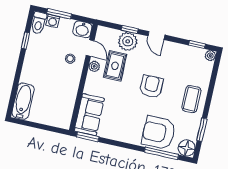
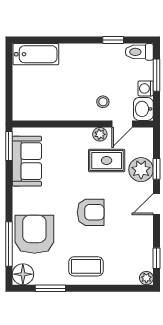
washing machine: (53, 21) -> (146, 88), moved
sofa: (89, 115) -> (27, 161), moved, turned -90

